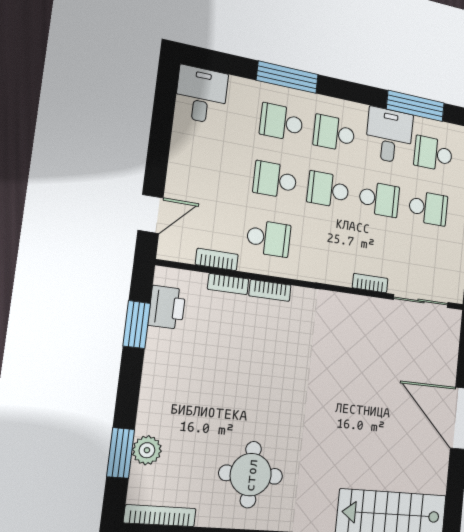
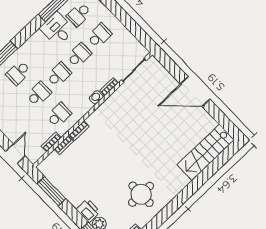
school desk: (334, 133) -> (39, 53), removed
school desk: (275, 180) -> (39, 94), turned 180
school desk: (328, 190) -> (59, 74), turned 180
washbasin: (340, 276) -> (96, 97), added
printer: (167, 307) -> (88, 211), moved
window: (137, 325) -> (51, 191), width x1.44

